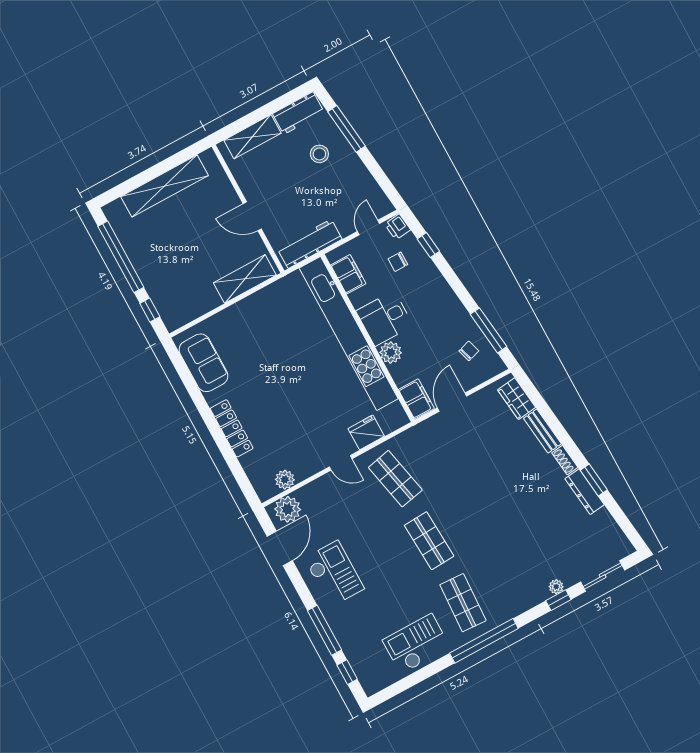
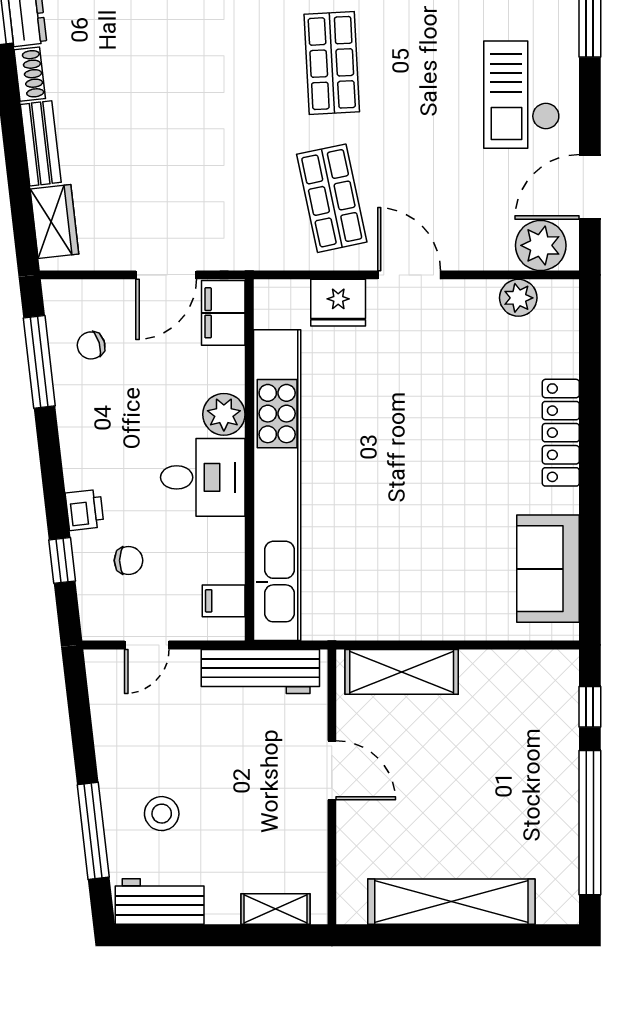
shelving: (253, 137) -> (275, 909), width x0.67, depth x0.75
printer: (398, 227) -> (85, 510), moved
filing cabinet: (348, 274) -> (224, 601), width x0.50
door: (341, 463) -> (409, 275), width x1.38

